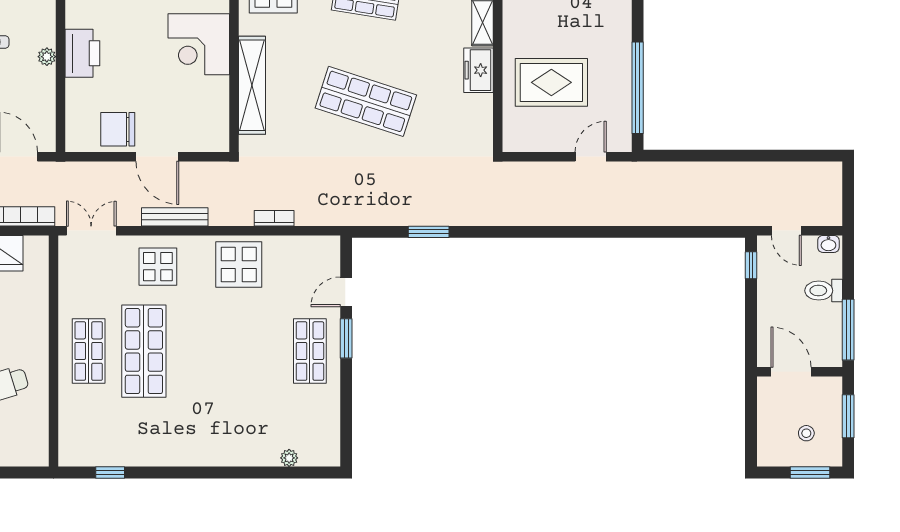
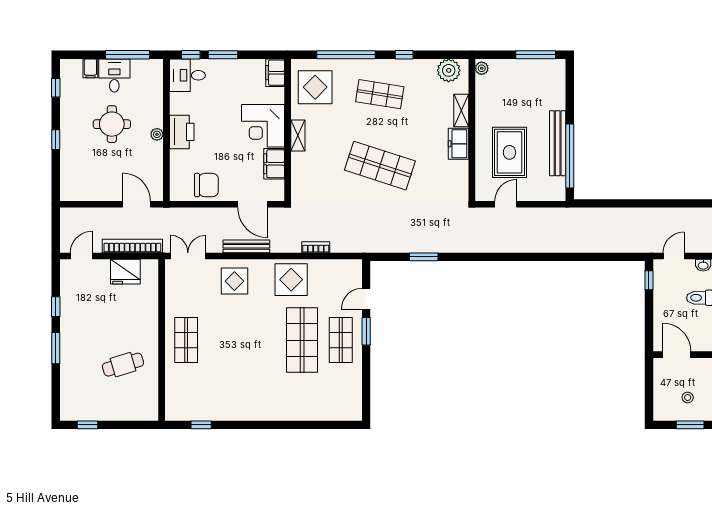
bench: (620, 69) -> (558, 143), added
rug: (551, 82) -> (509, 152), turned 90
shelving: (252, 85) -> (298, 136), width x0.45, depth x0.75
filing cabinet: (215, 99) -> (274, 164), added
chair: (118, 129) -> (206, 185), turned 180
door: (157, 157) -> (253, 204), moved
door: (591, 157) -> (506, 204), moved
door: (786, 231) -> (674, 256), swing flipped
shop shelf: (144, 351) -> (302, 340), moved
plant: (289, 458) -> (326, 415), removed

